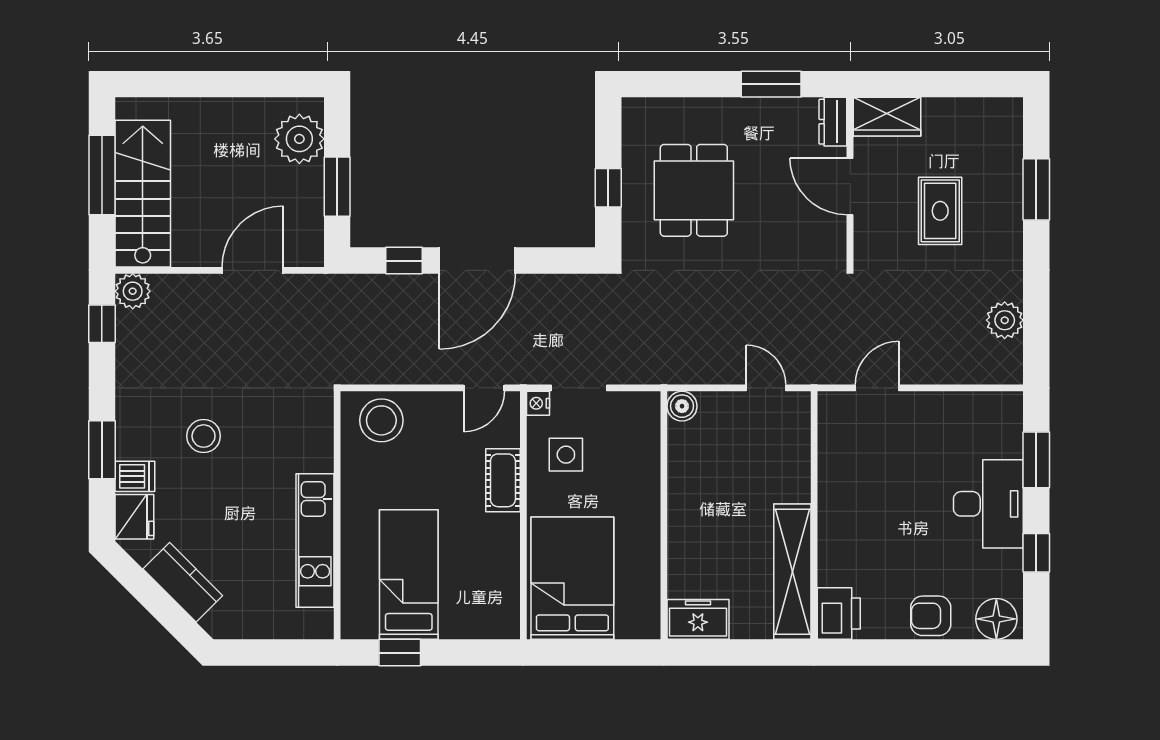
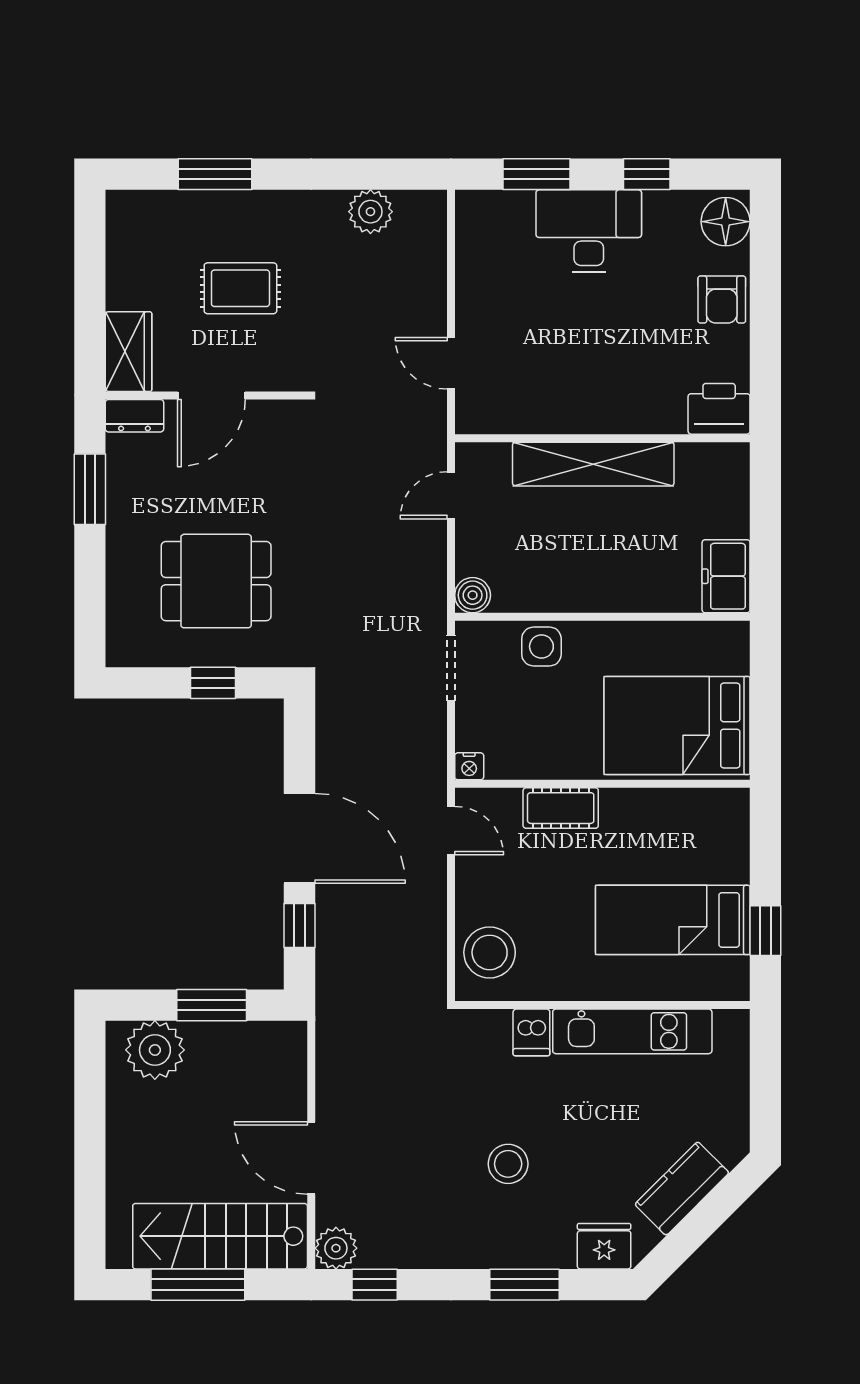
door: (253, 270) -> (311, 1158), moved
doorway: (579, 388) -> (451, 668), moved
side table: (566, 455) -> (541, 647), moved
dishwasher: (135, 476) -> (531, 1032), moved, turned 180
shelving: (792, 572) -> (593, 464), moved

